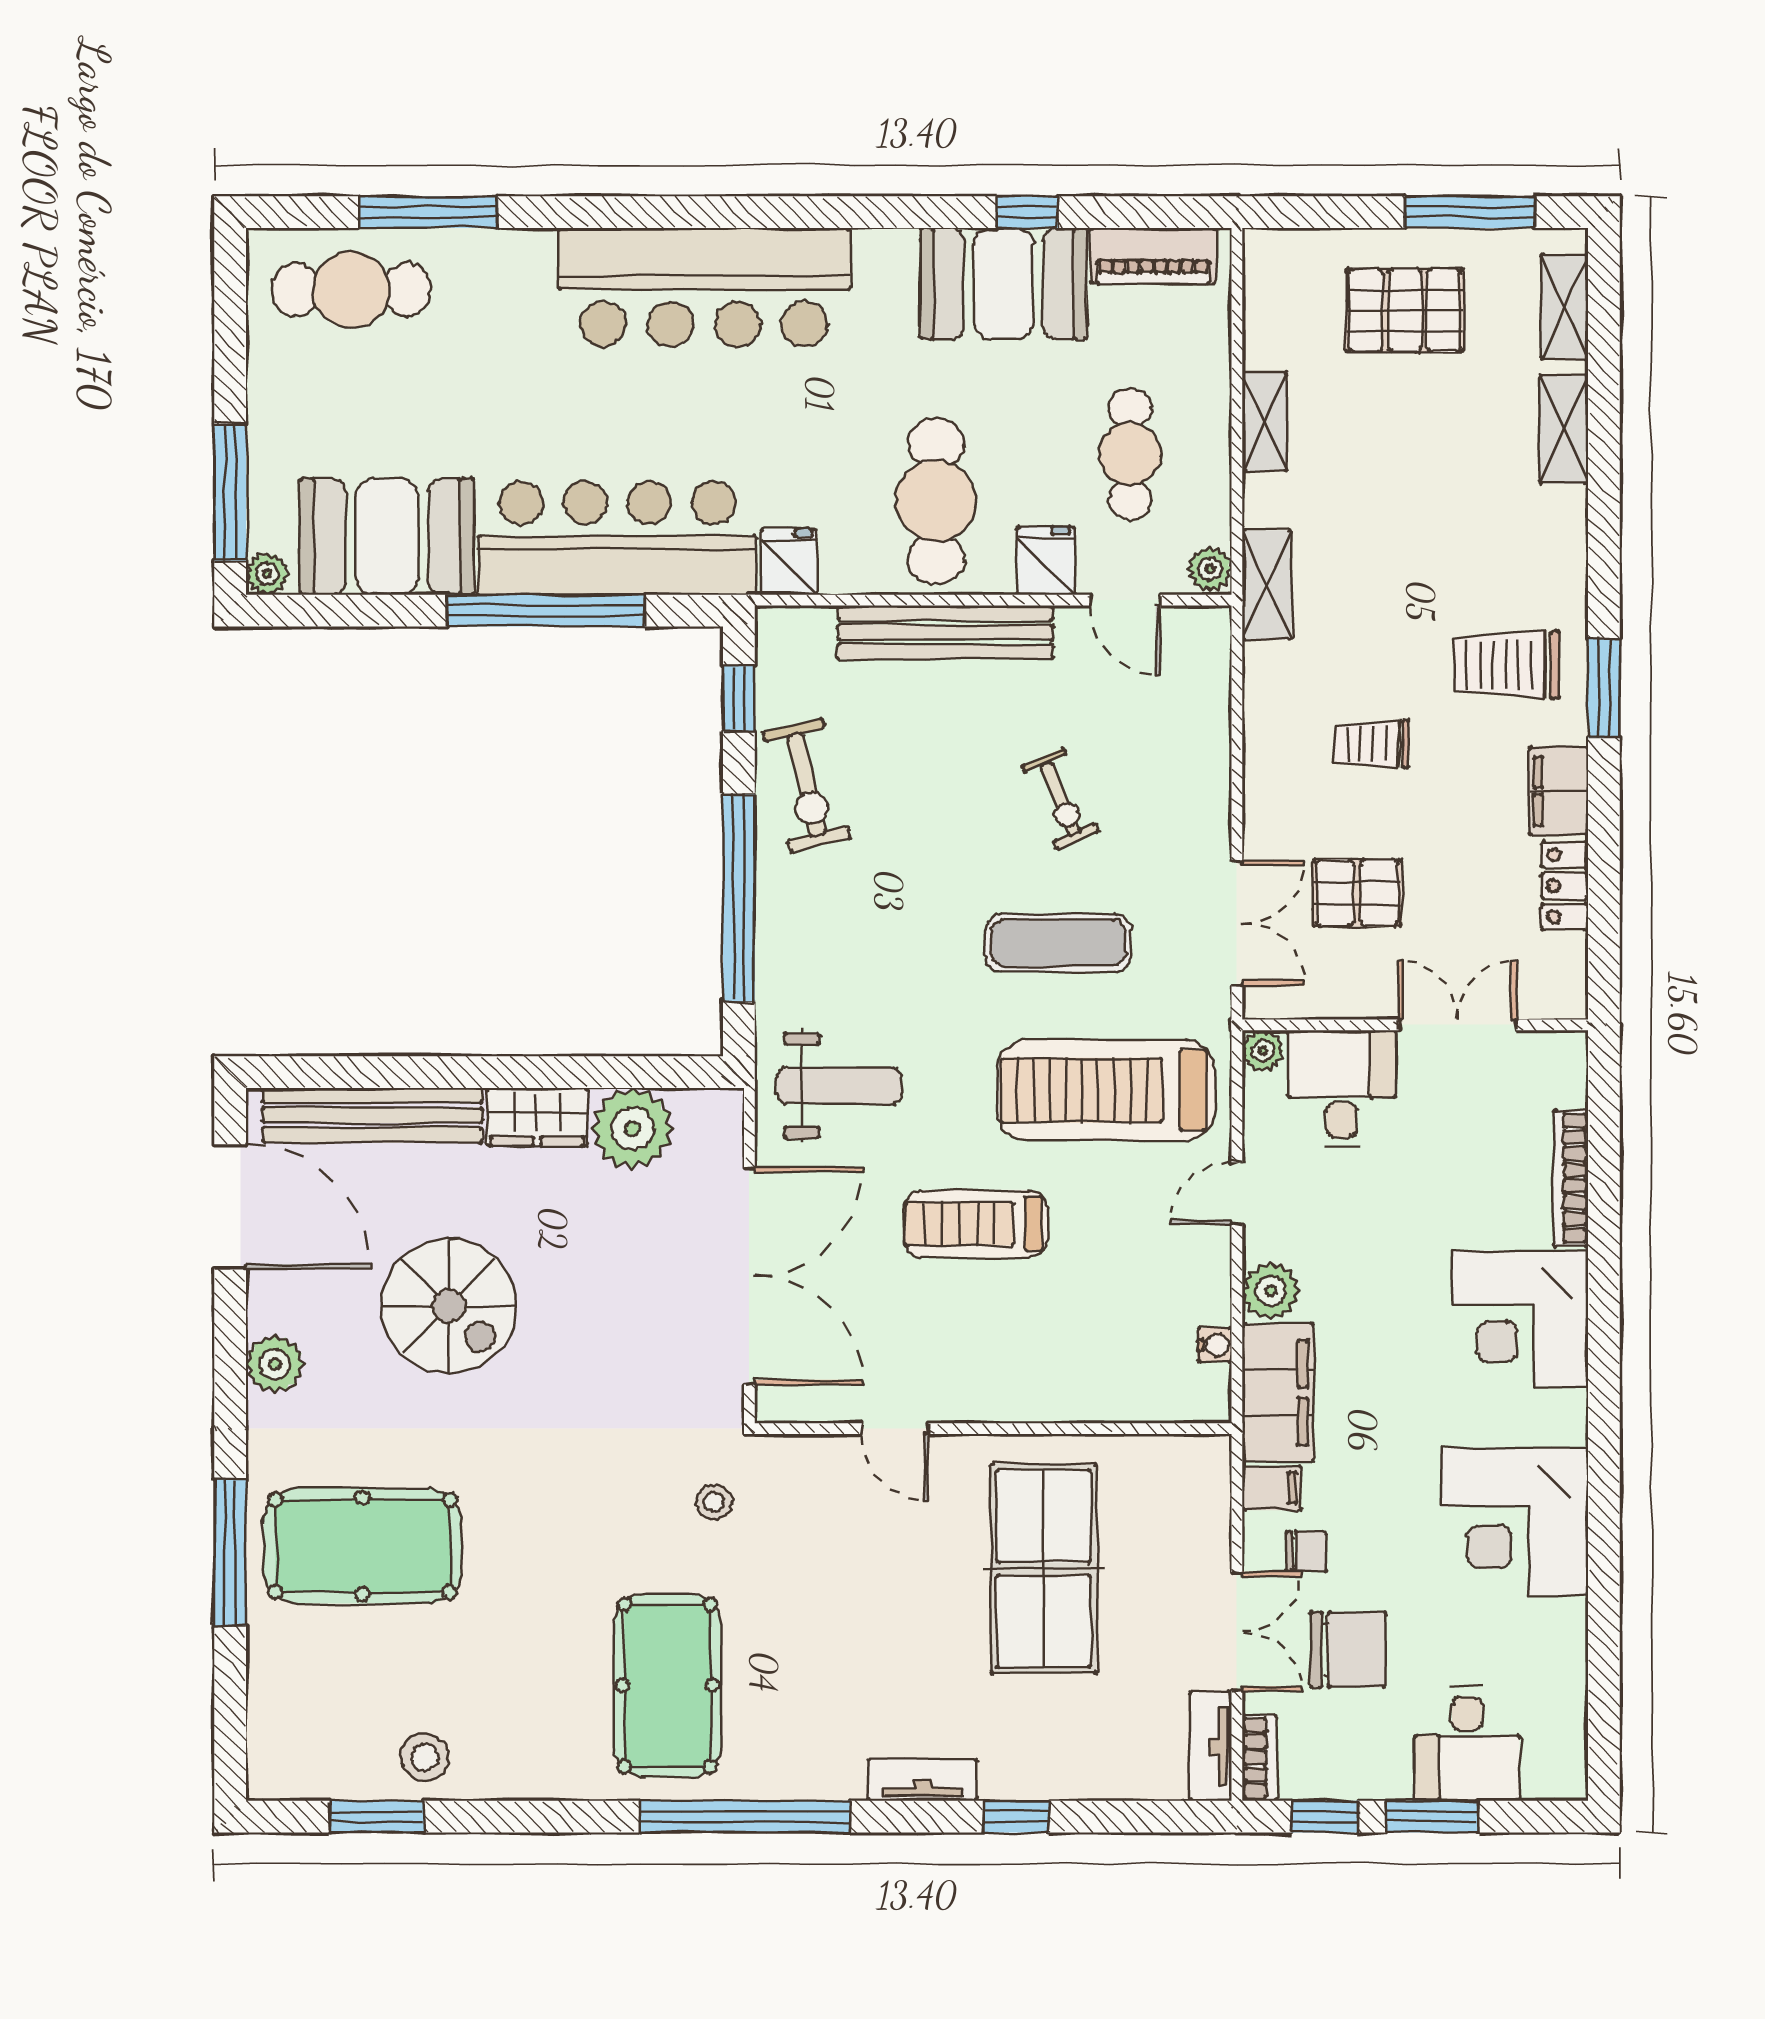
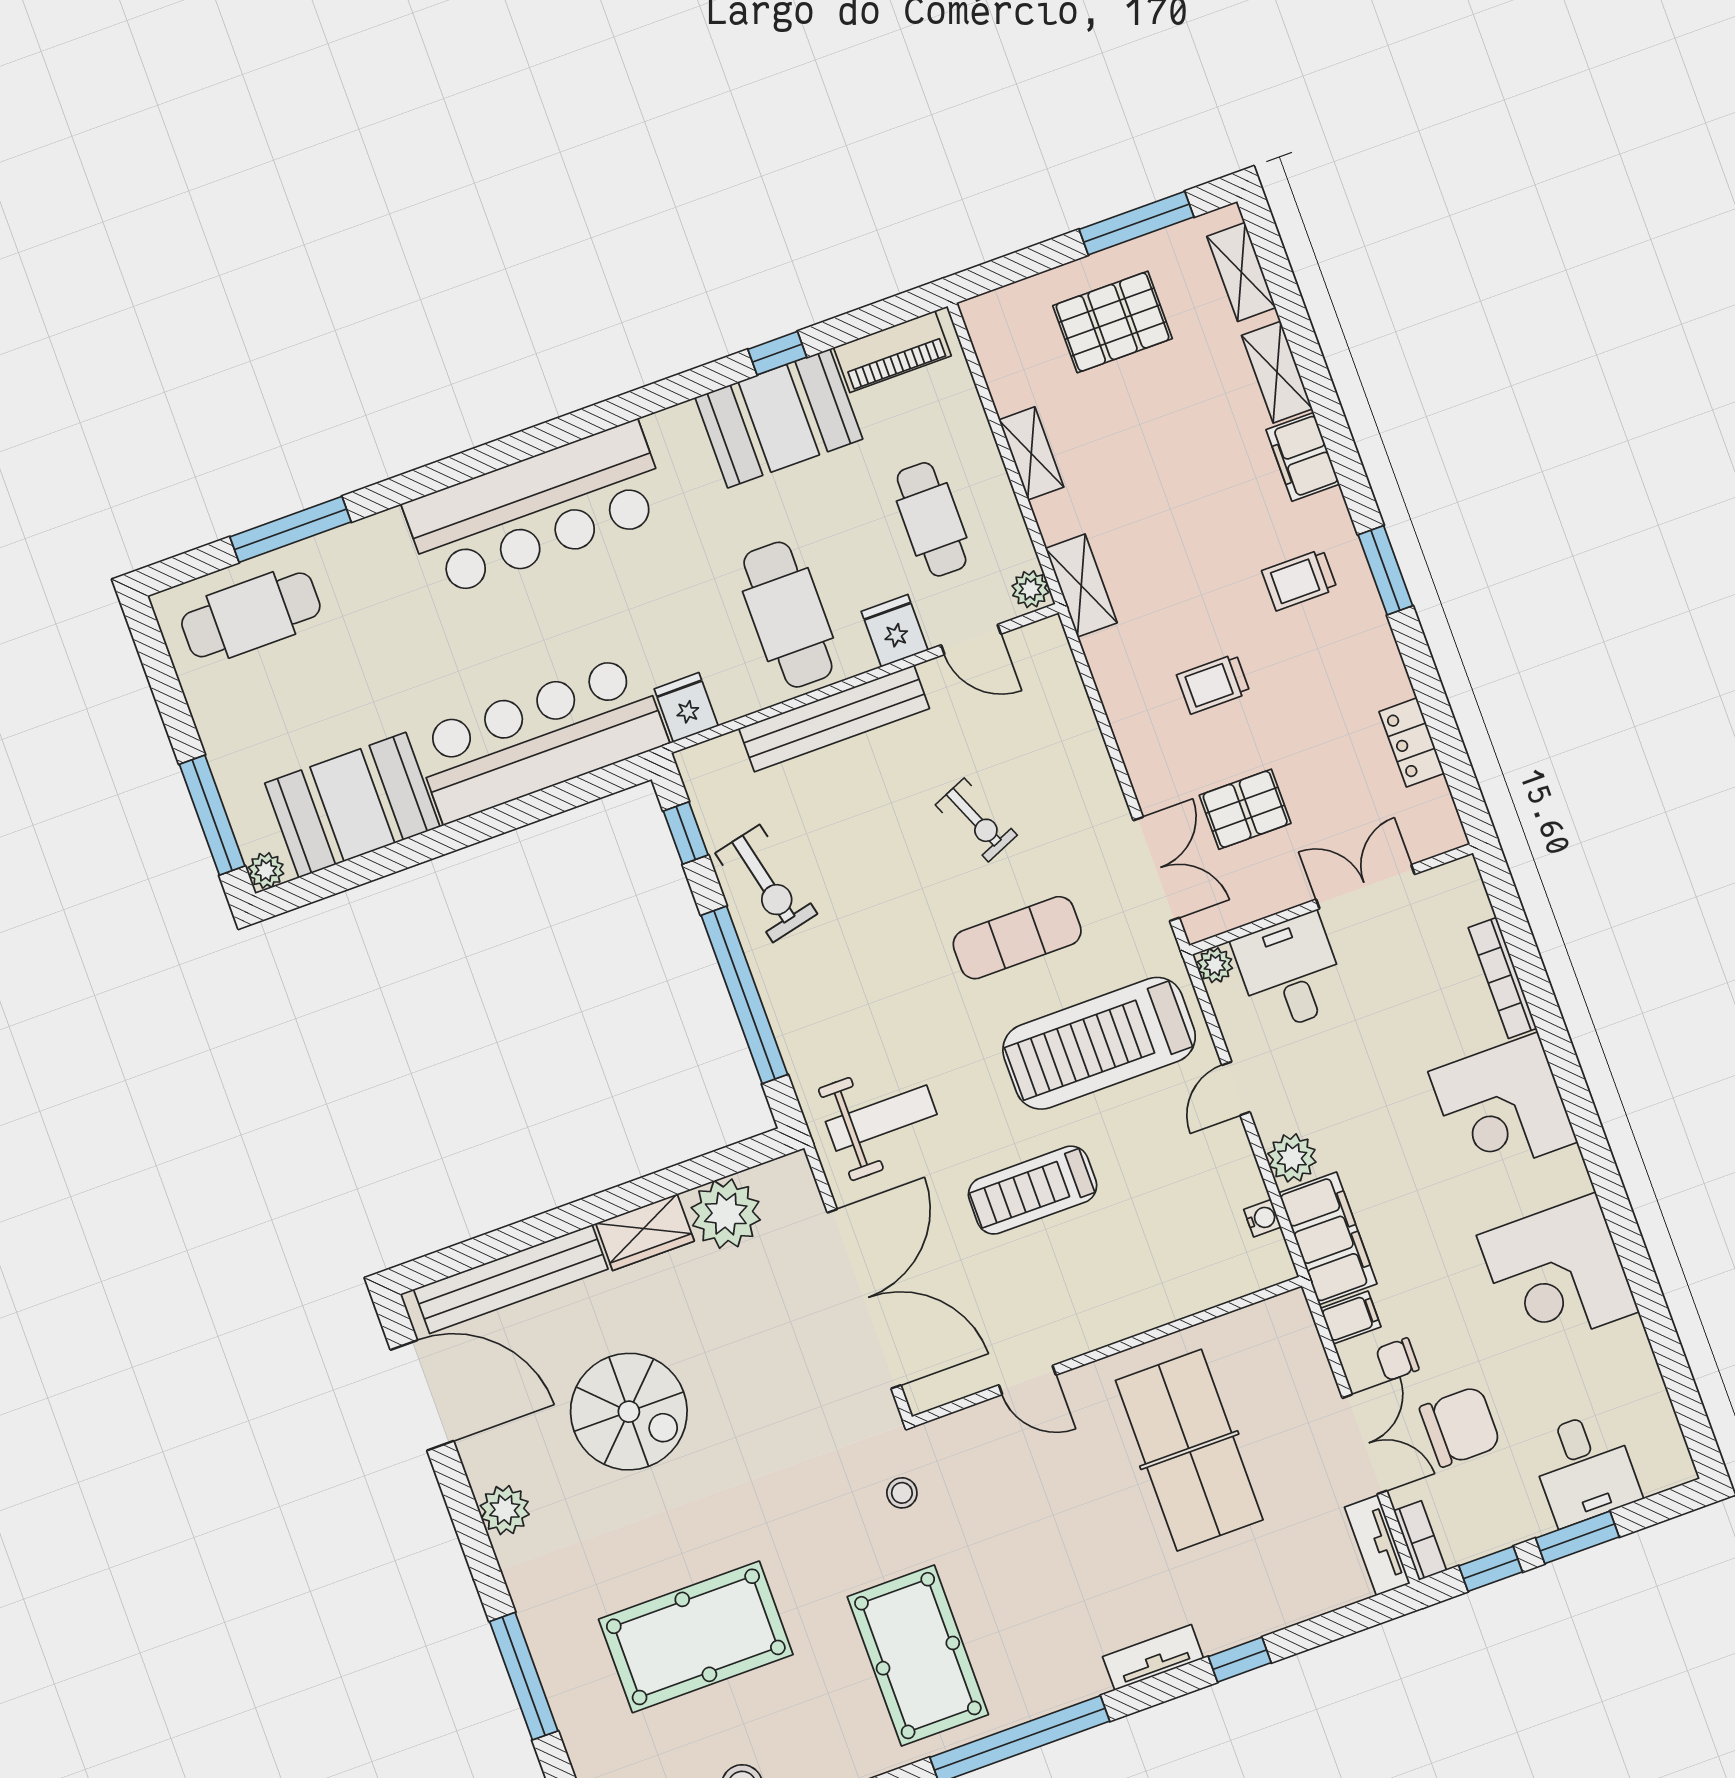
window: (546, 611) -> (503, 818), removed
trolley: (1506, 665) -> (1299, 580), width x0.73, depth x0.72
filing cabinet: (1559, 791) -> (1303, 457), moved
pool table: (363, 1546) -> (696, 1637), moved
chair: (1306, 1552) -> (1397, 1359), turned 180

